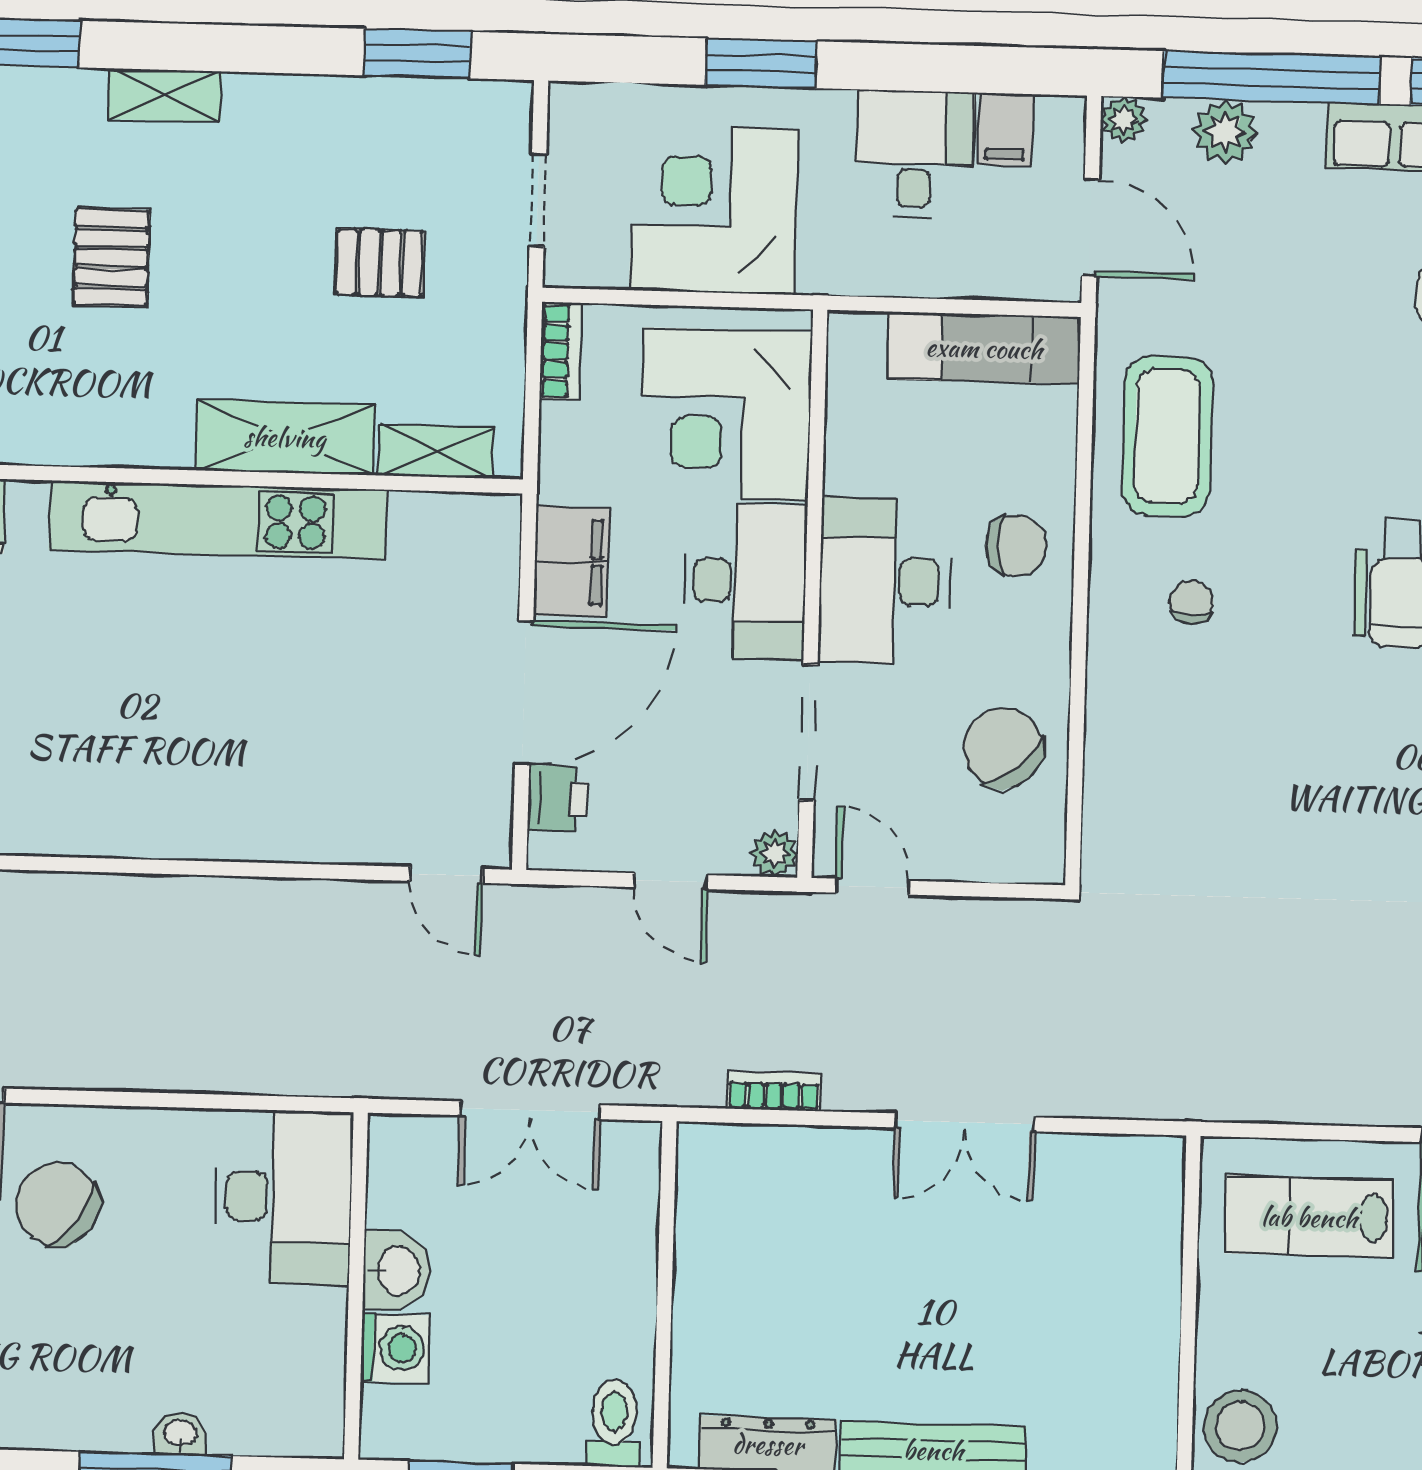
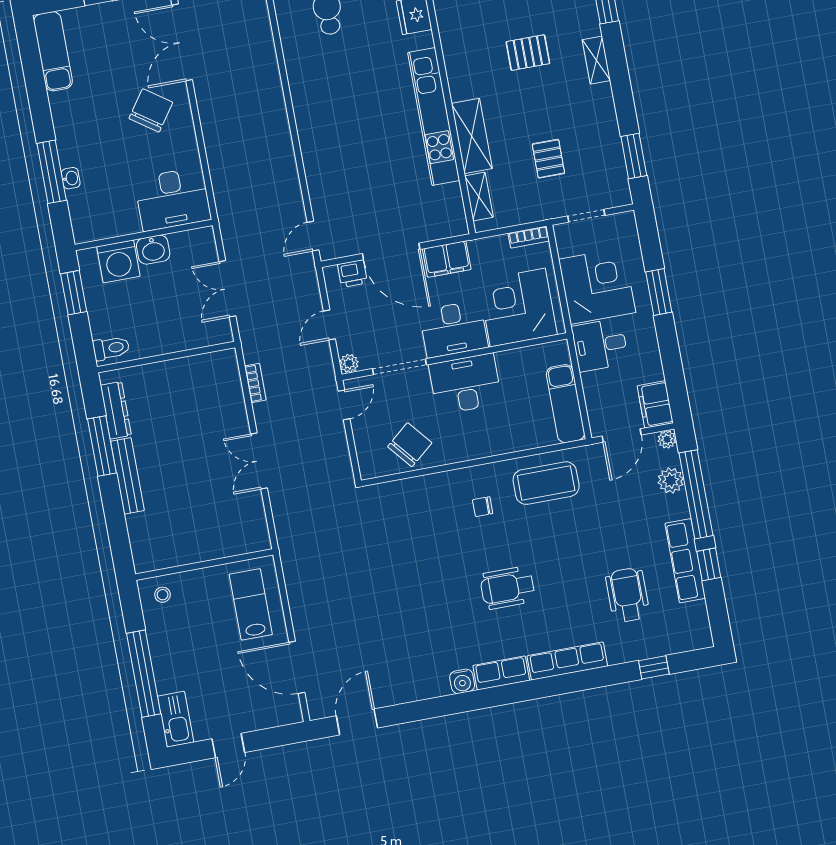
filing cabinet: (1005, 129) -> (655, 404), width x2.00
desk: (915, 154) -> (600, 345), moved, turned 180
chair: (1016, 546) -> (490, 433), removed
chair: (1192, 602) -> (483, 507), turned 180
washing machine: (395, 1348) -> (118, 261), width x1.37, depth x1.37
stool: (1240, 1426) -> (163, 595), width x0.53, depth x0.53

